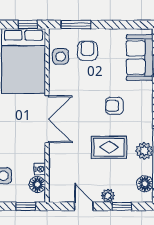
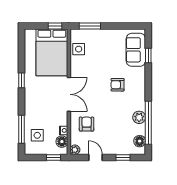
armchair: (87, 51) -> (87, 124), moved
rug: (109, 147) -> (114, 115), removed
plant: (108, 196) -> (75, 150), moved

